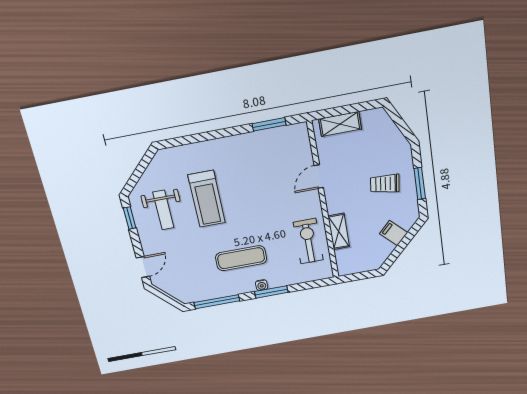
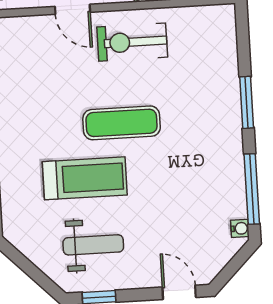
exercise bike: (308, 241) -> (132, 42), moved
exercise mat: (241, 258) -> (122, 123), moved, turned 90
water cooler: (262, 285) -> (240, 228), moved

